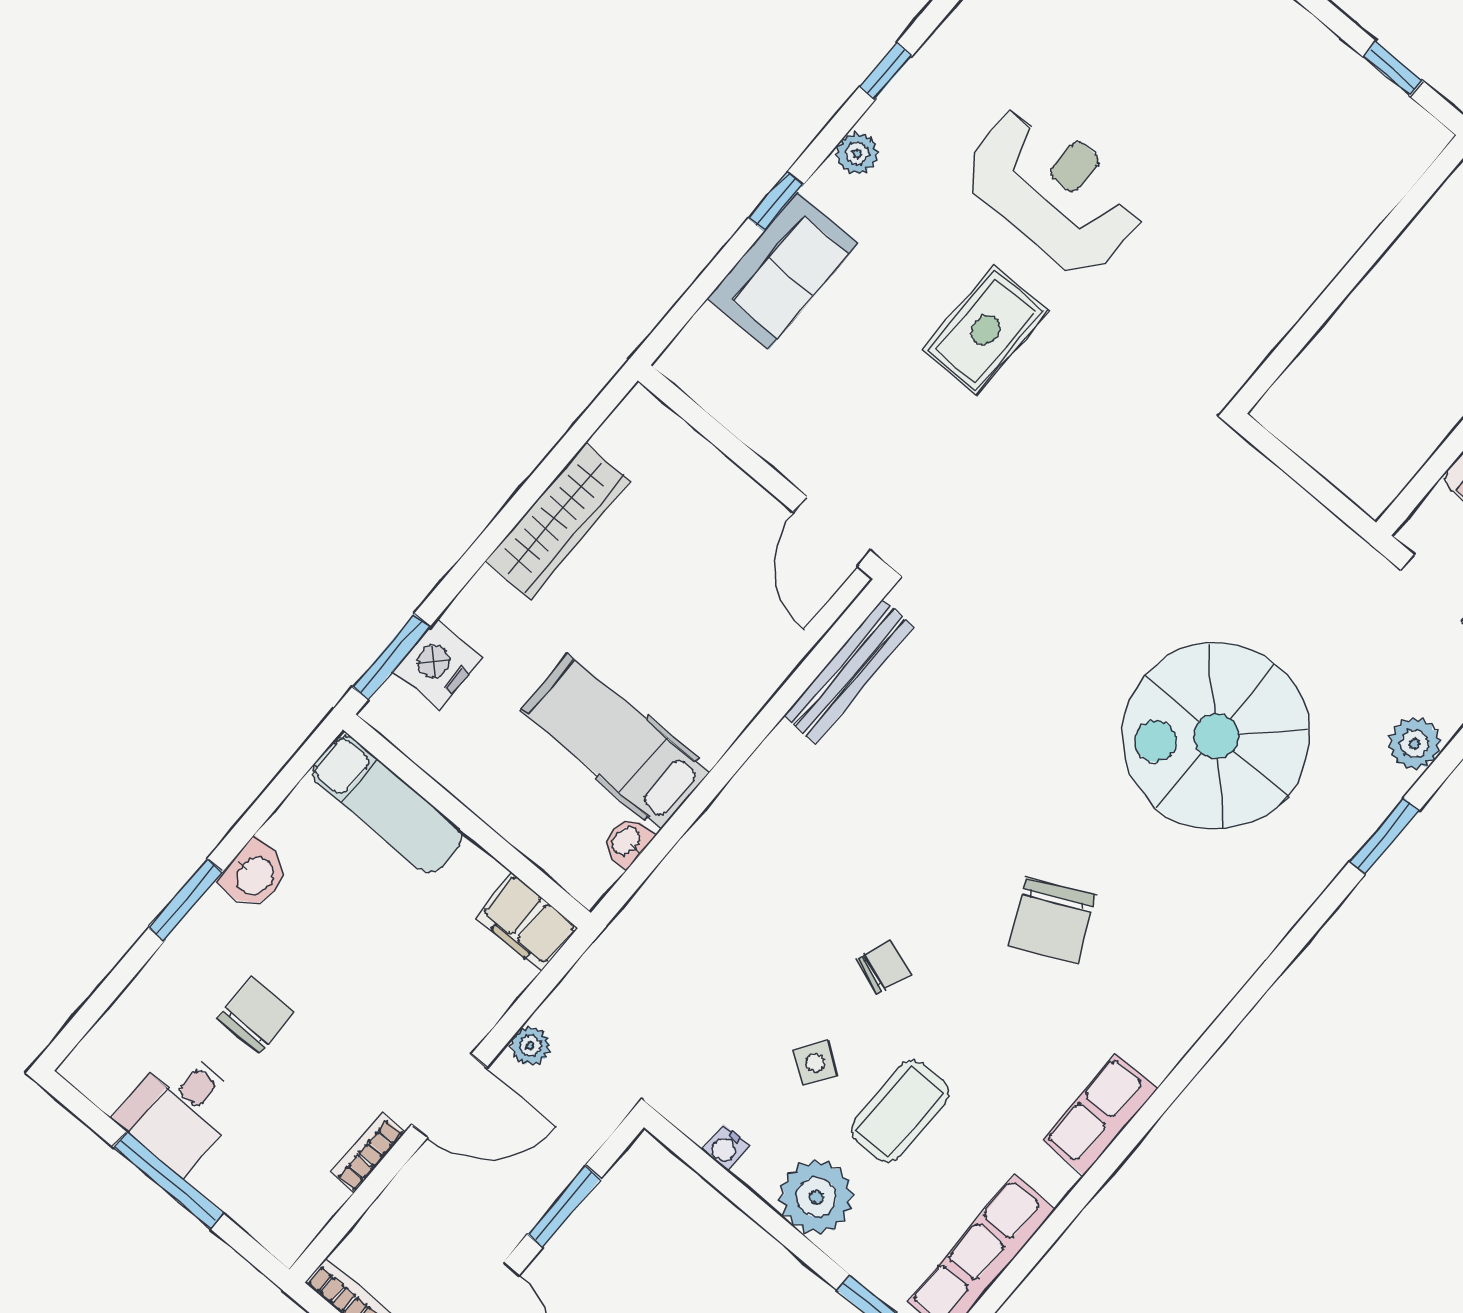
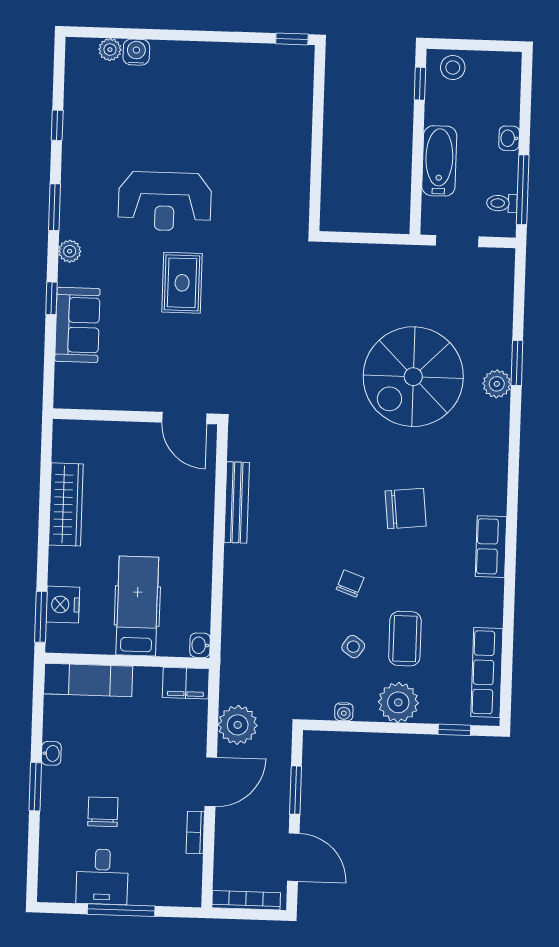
window: (1393, 69) -> (292, 39), moved
window: (886, 71) -> (54, 207), width x1.50
reception desk: (1054, 191) -> (165, 201), turned 180
bench: (849, 671) -> (237, 502), moved
hospital bed: (615, 741) -> (137, 606), moved, turned 90
plant: (1415, 744) -> (497, 384), moved
washbasin: (627, 841) -> (200, 645), moved
washbasin: (254, 875) -> (51, 753), width x0.72, depth x0.69
chair: (1052, 921) -> (406, 509), turned -70
plant: (530, 1046) -> (238, 725), width x1.88, depth x1.88
row of seats: (1100, 1115) -> (491, 547), moved

